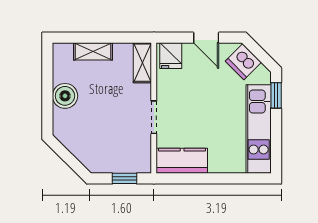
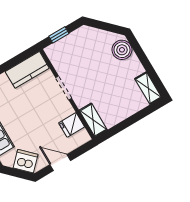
shelving: (93, 51) -> (148, 88), moved, turned 90
fridge: (171, 56) -> (72, 125), moved, turned -90
boiler: (65, 96) -> (122, 50), moved

